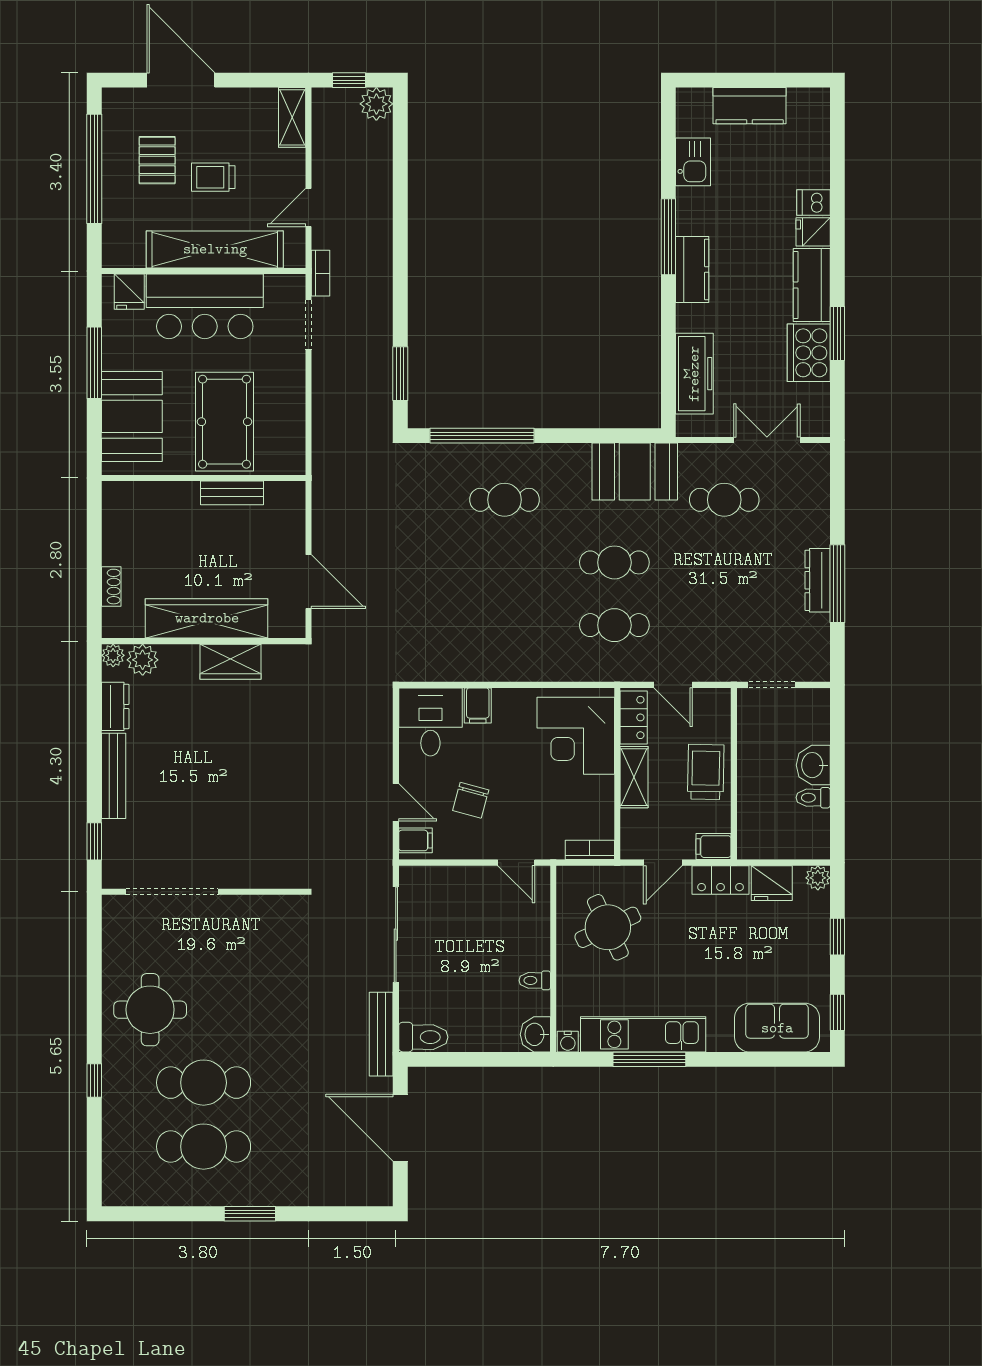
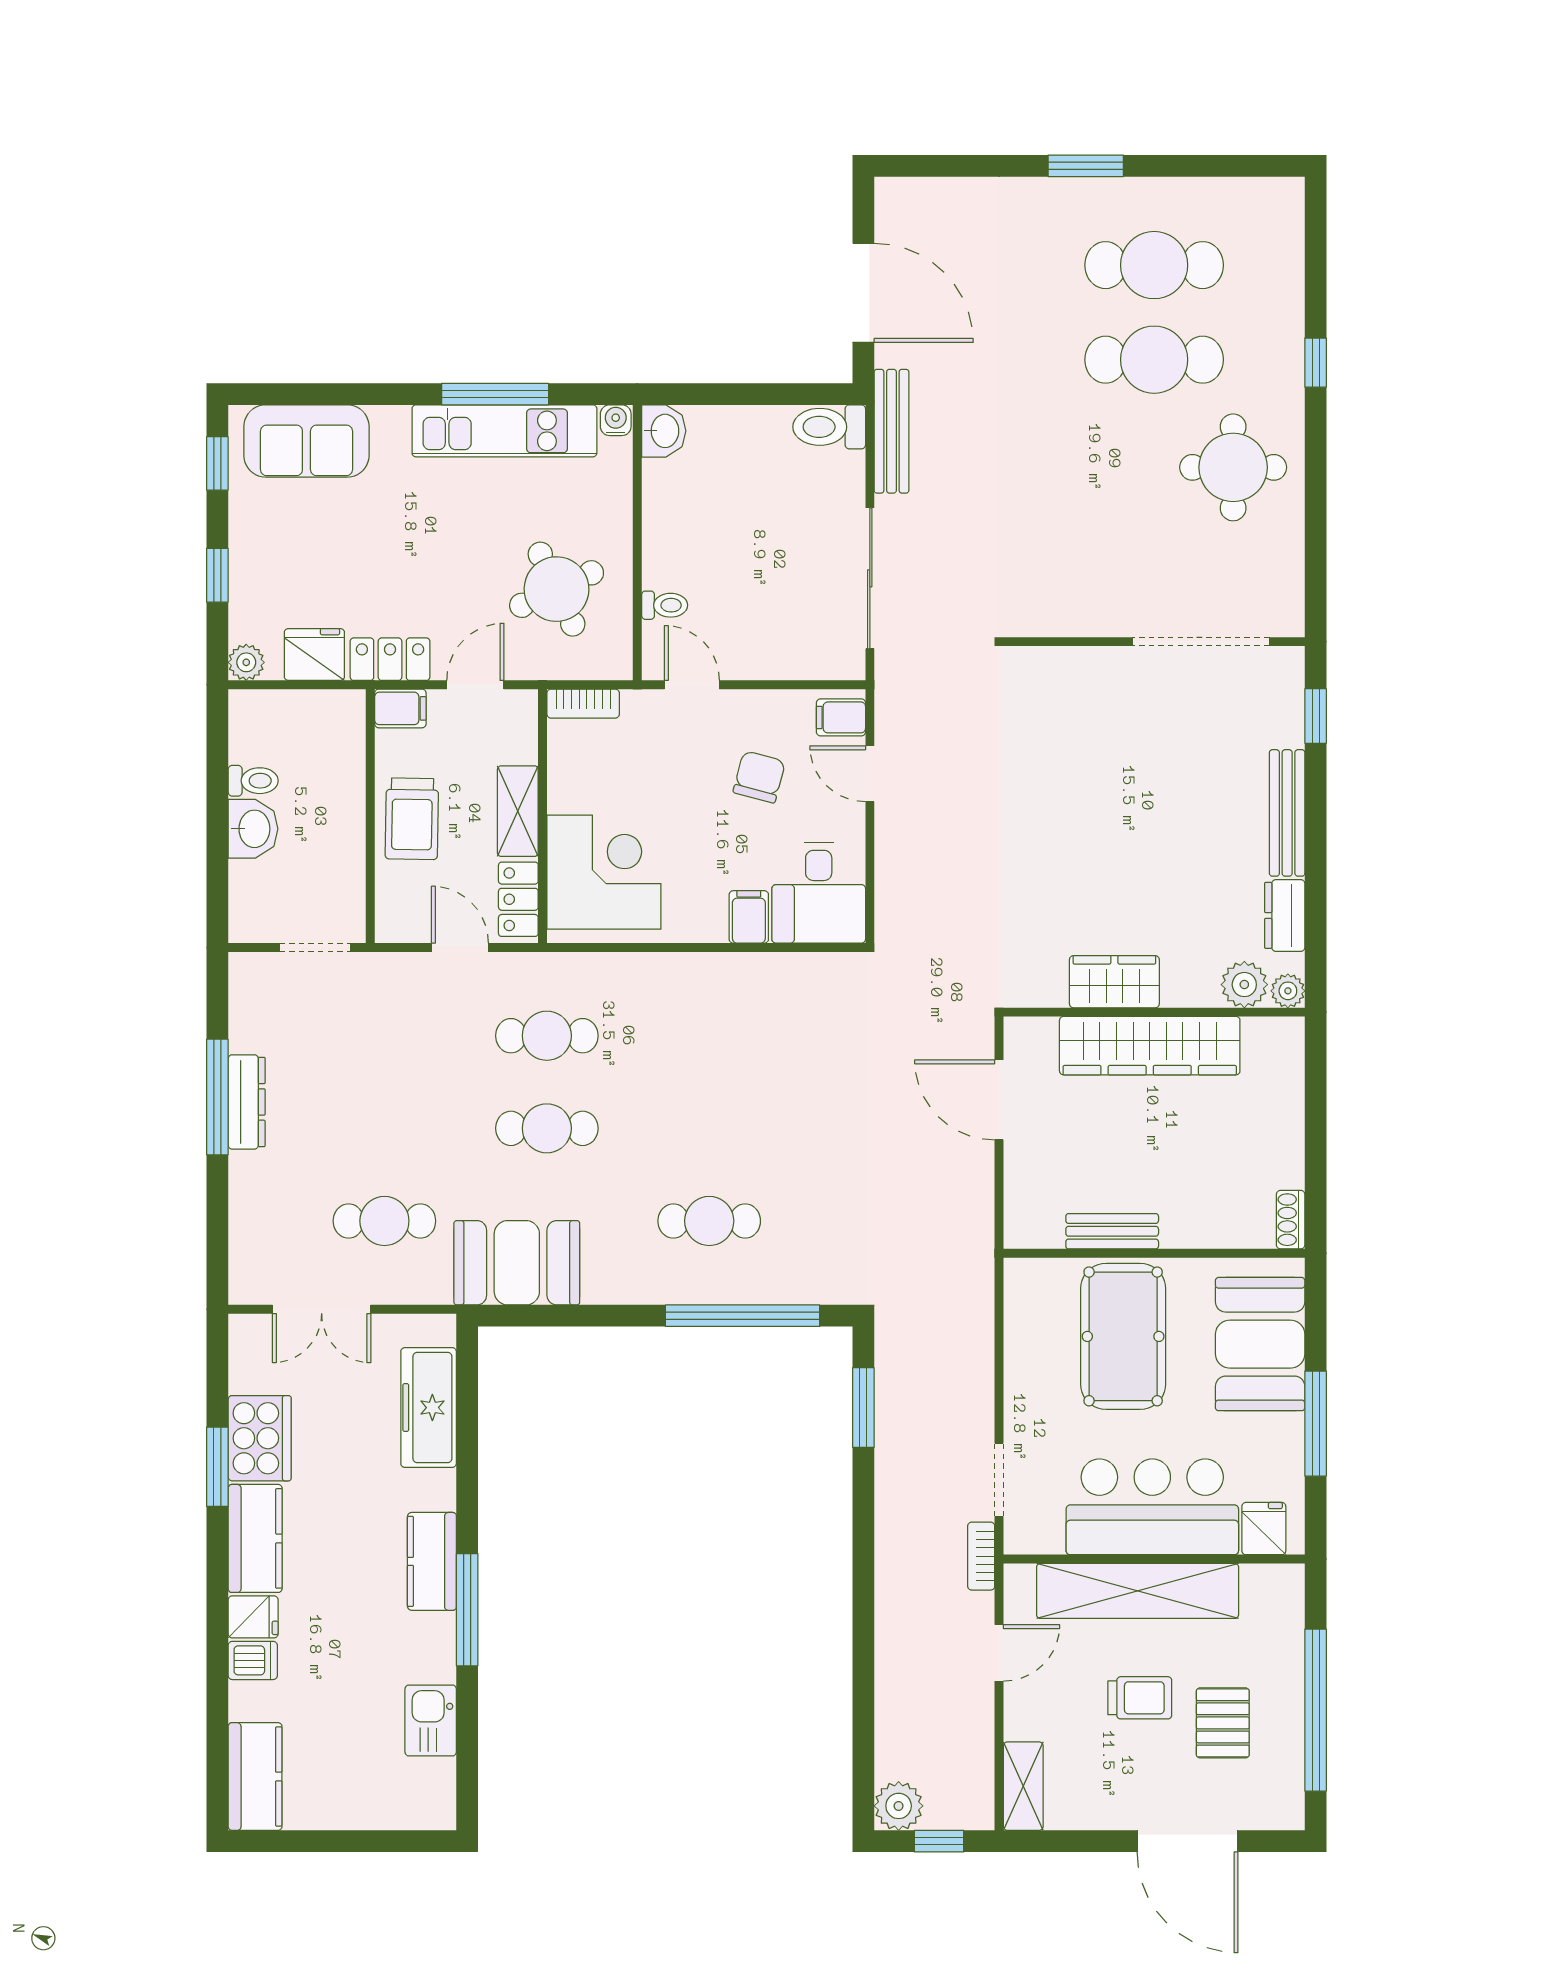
kitchen counter: (750, 106) -> (255, 1777), moved, turned 90
shoe rack: (111, 587) -> (1291, 1220), moved
toilet: (535, 980) -> (665, 605), moved

